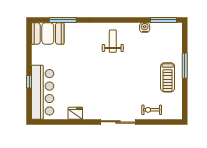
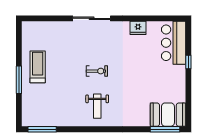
window: (63, 20) -> (165, 129), moved
water cooler: (145, 27) -> (63, 121), removed
bar counter: (43, 92) -> (174, 43), width x0.73
exercise bike: (152, 110) -> (97, 71), moved

